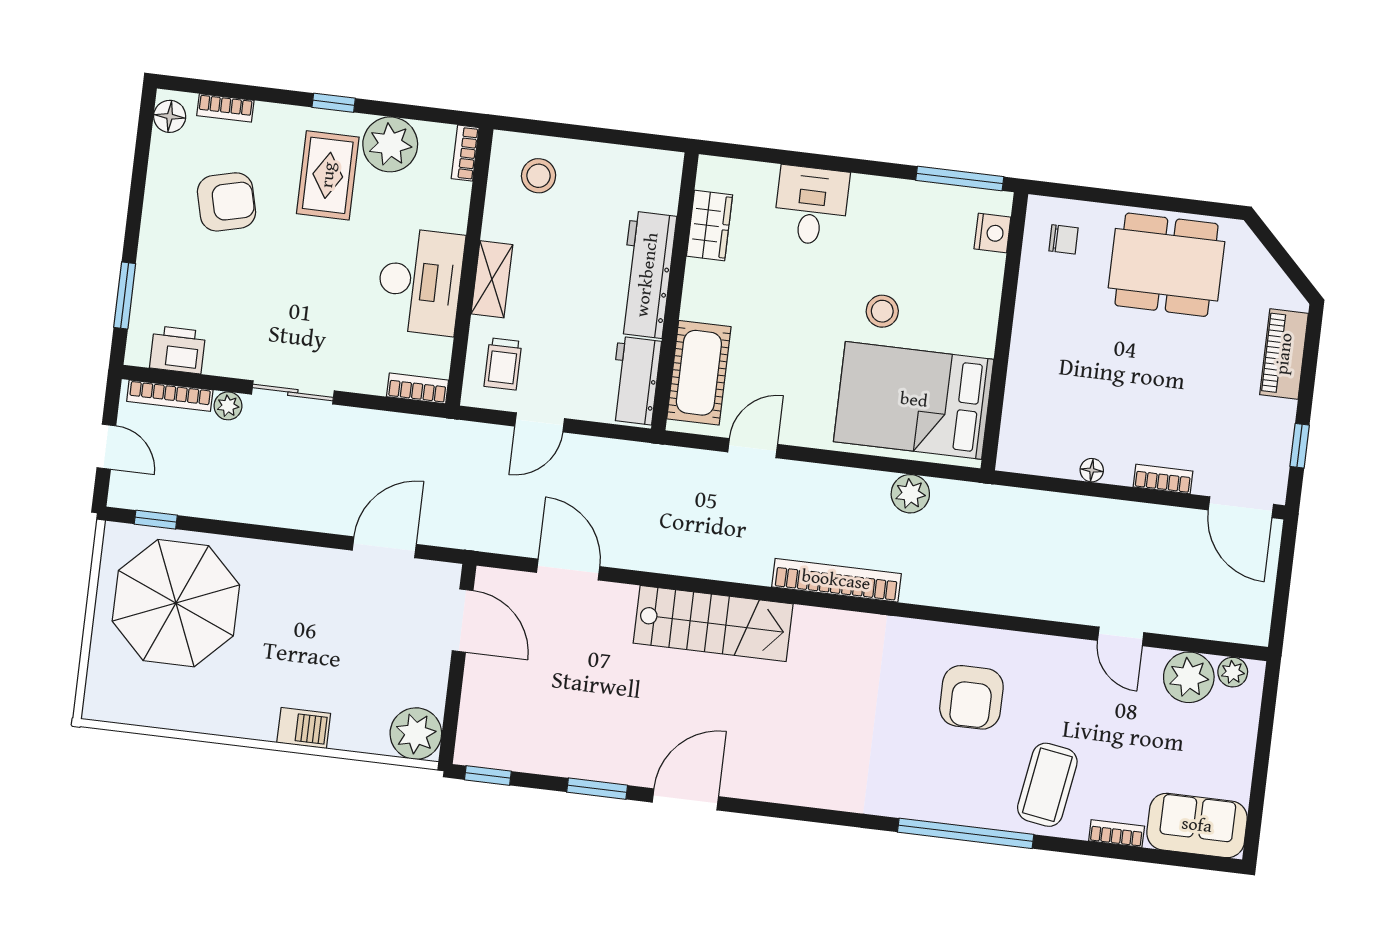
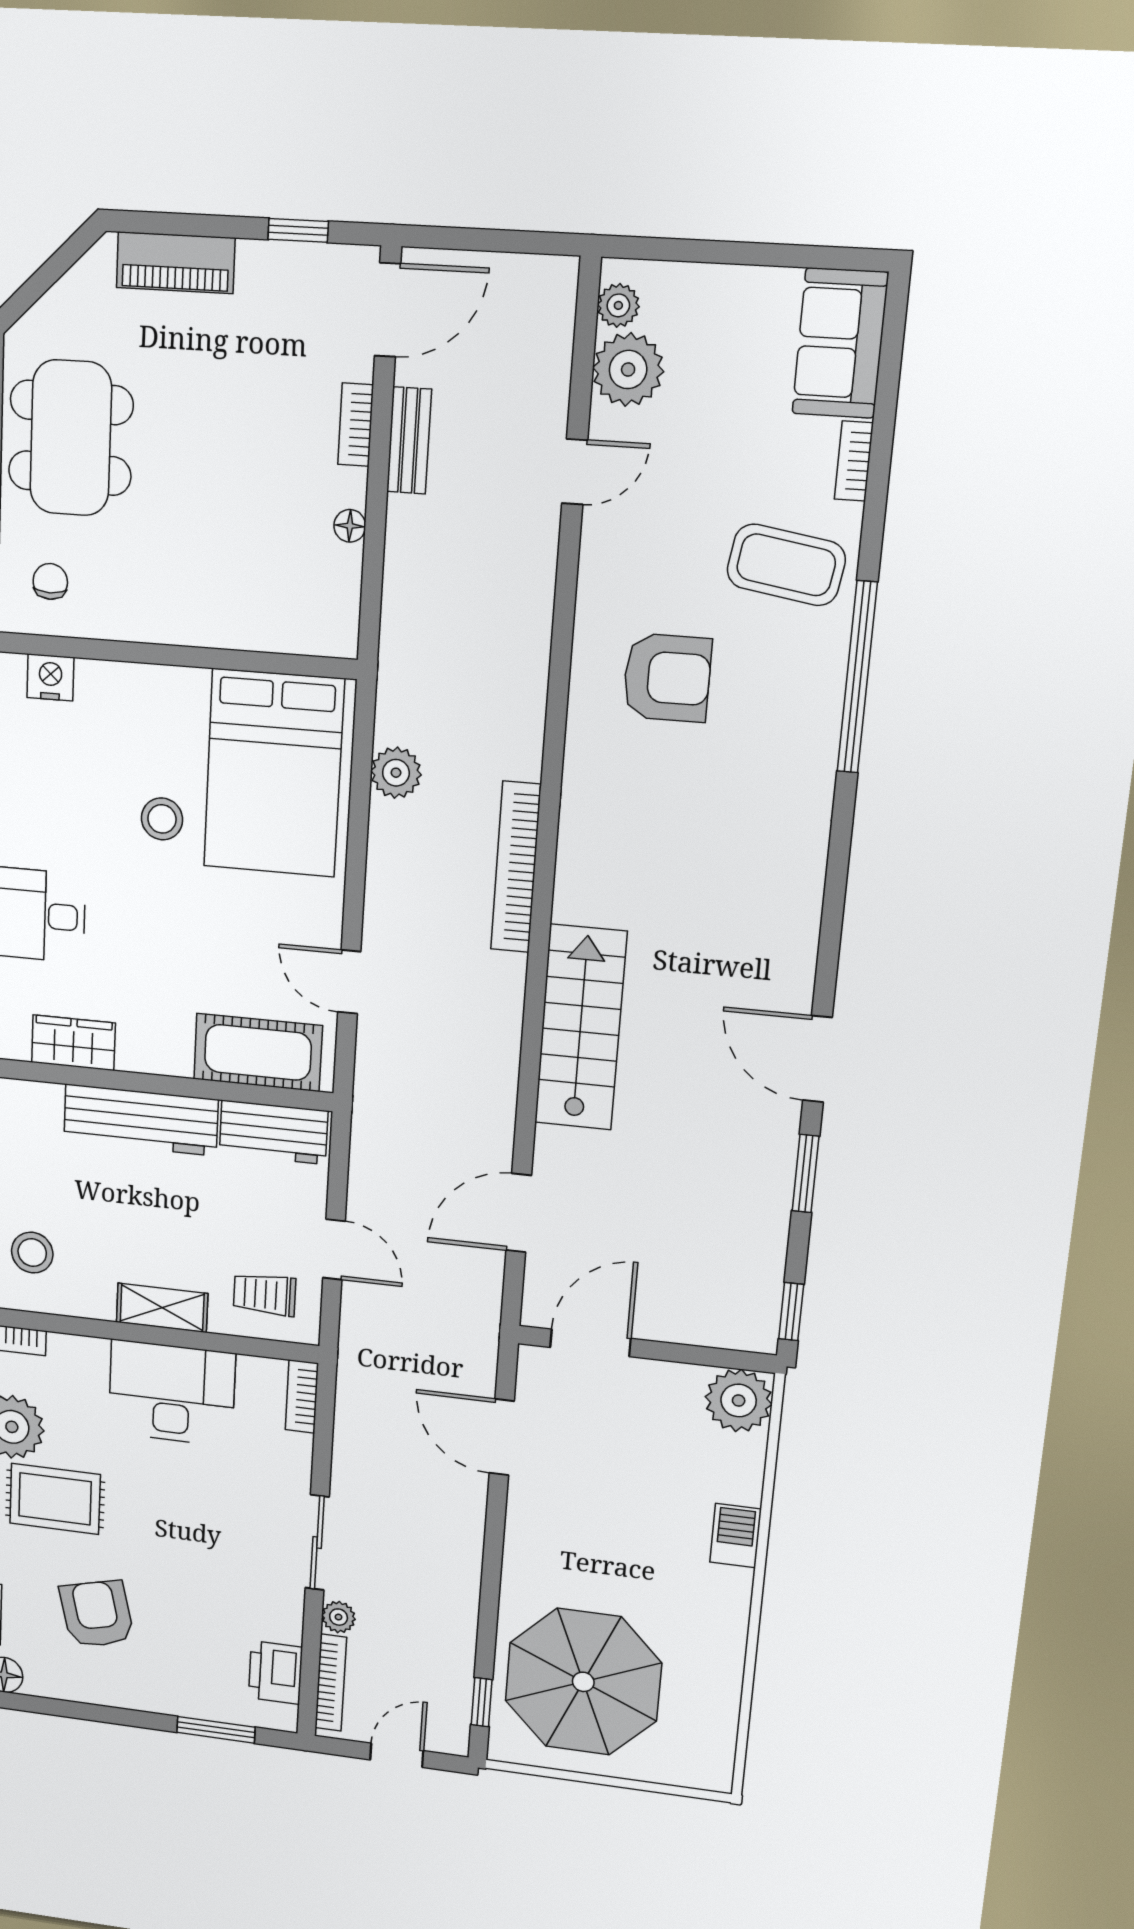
trolley: (503, 364) -> (265, 1294), turned 180
bench: (1149, 518) -> (409, 440), added

